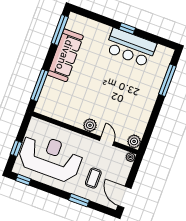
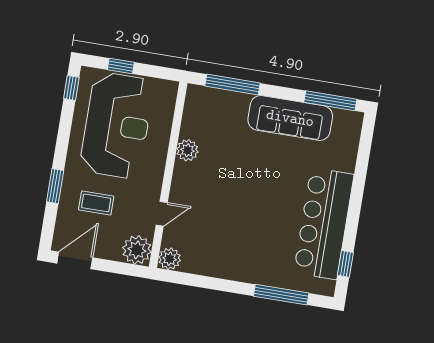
window: (127, 29) -> (345, 264), moved
bar counter: (131, 47) -> (324, 224), width x1.36
plant: (90, 125) -> (187, 150), moved
plant: (130, 157) -> (137, 250), width x1.88, depth x1.88

